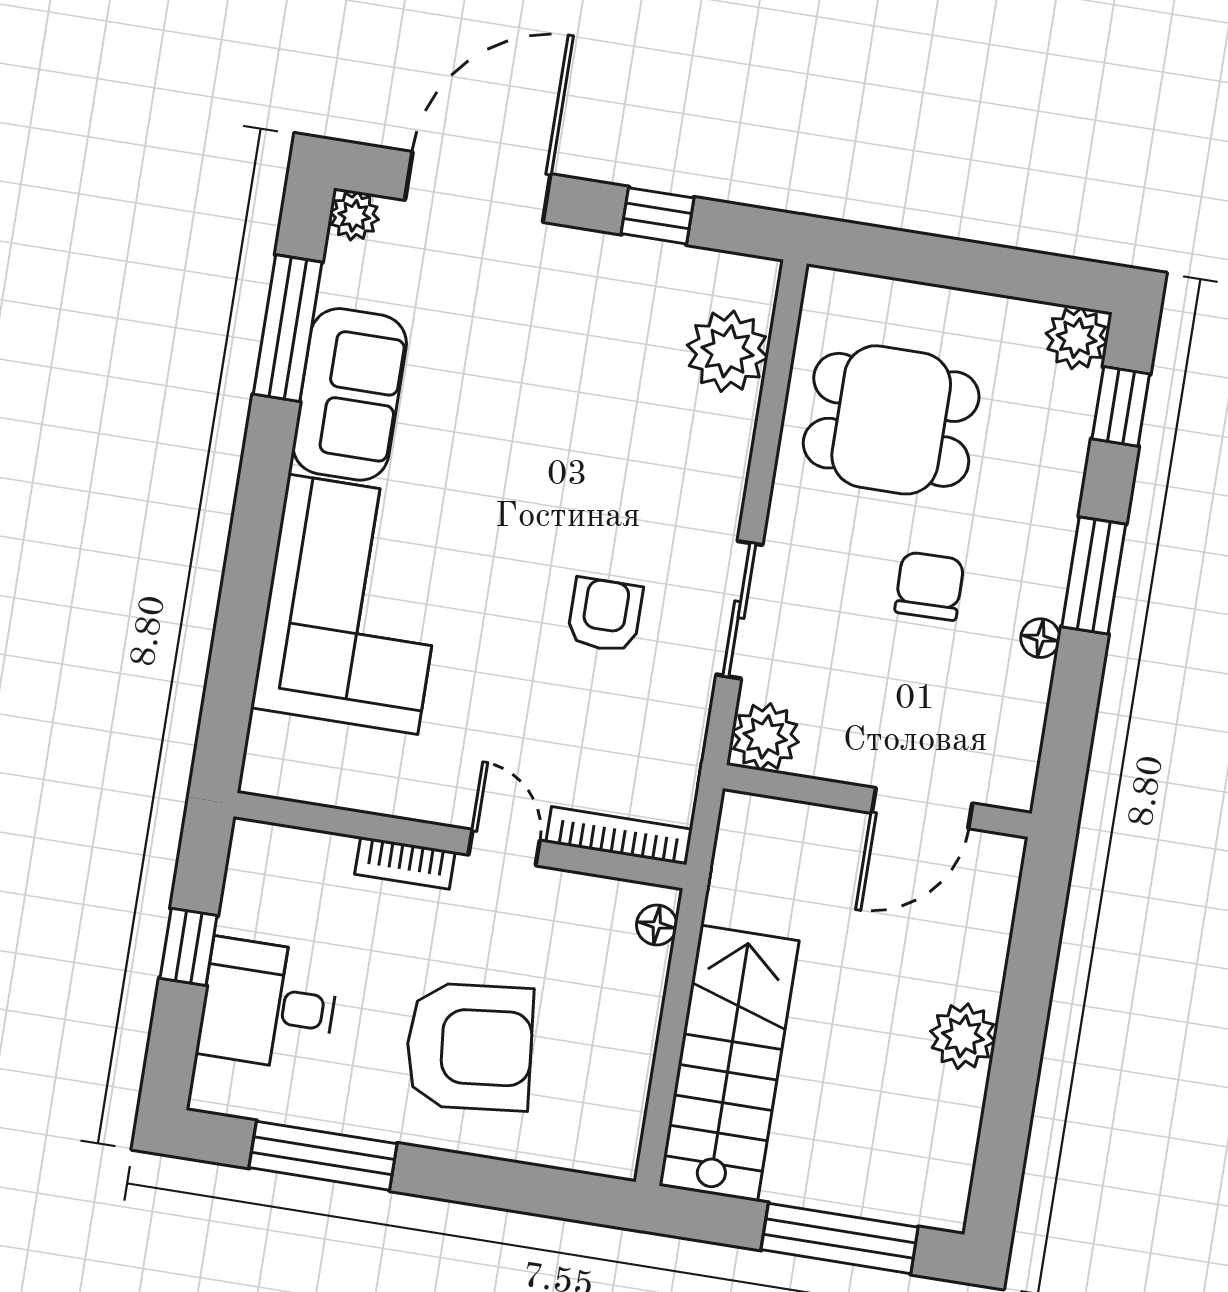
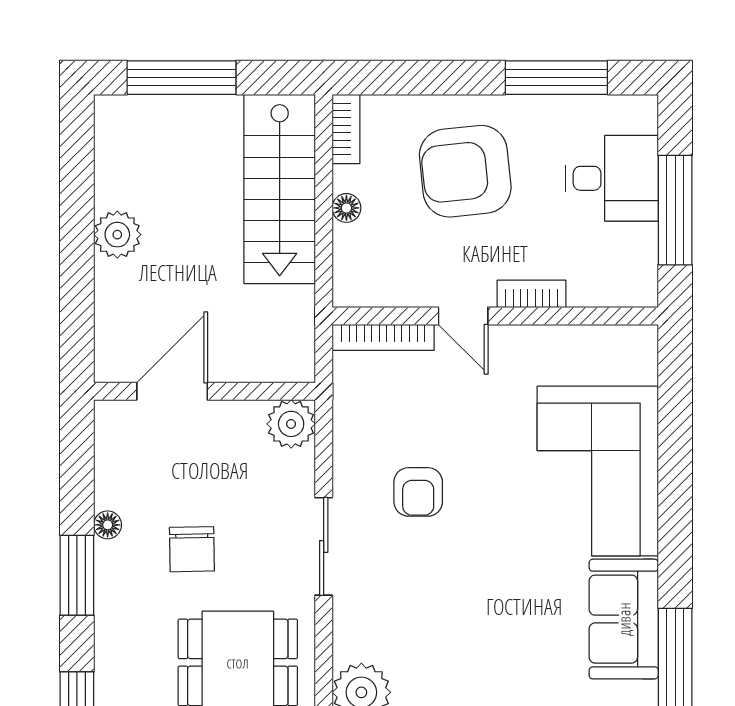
sliding door: (739, 610) -> (324, 546), moved
floor lamp: (657, 925) -> (346, 208), moved
window: (189, 947) -> (675, 210), width x2.17
bookcase: (624, 1131) -> (346, 129), added

